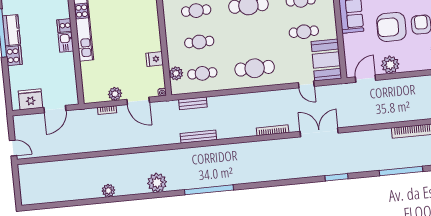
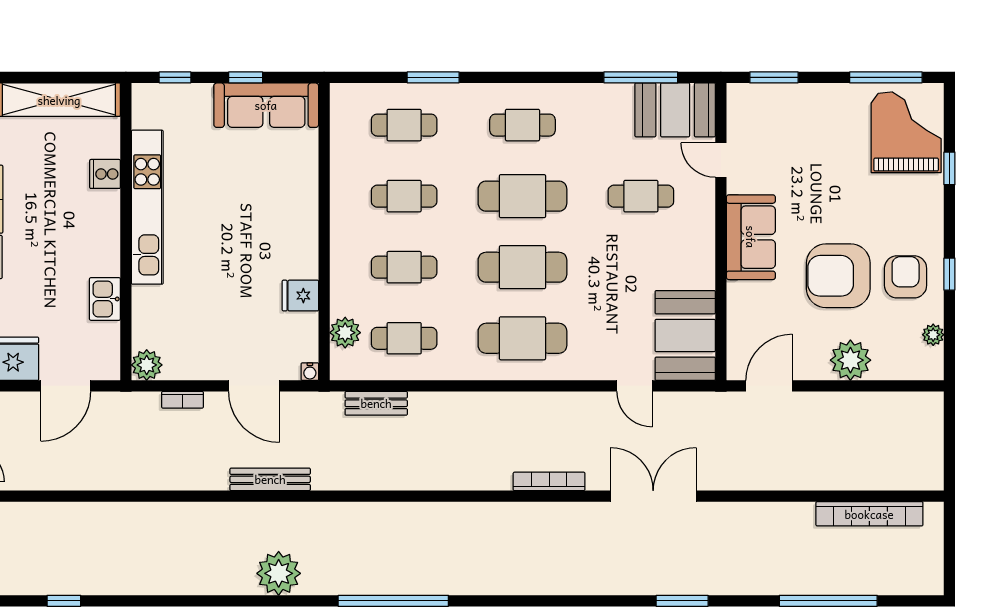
cooker: (64, 26) -> (105, 174), moved
cafe table: (304, 32) -> (522, 267), moved, width x1.37, depth x1.35
kitchen sink: (66, 42) -> (105, 299), moved
plant: (390, 65) -> (850, 360), moved
plant: (115, 94) -> (147, 365), moved
bench: (198, 137) -> (270, 479), moved
plant: (108, 191) -> (168, 580), removed
window: (63, 204) -> (64, 601), added

